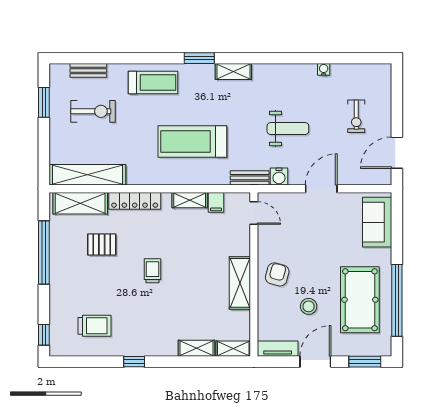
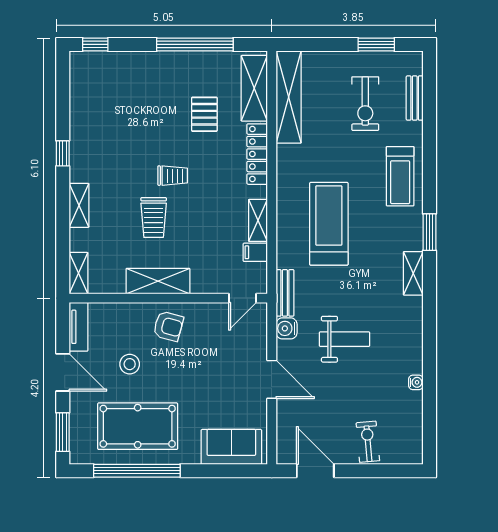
exercise bike: (356, 116) -> (368, 442), moved, turned 85
weight bench: (288, 129) -> (344, 339), turned -90
trolley: (94, 326) -> (154, 218), moved
shelving: (197, 348) -> (79, 205), moved

